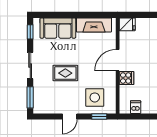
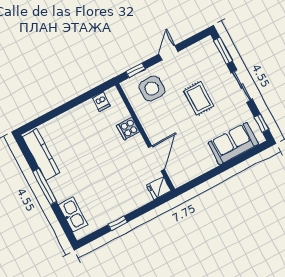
fireplace: (94, 25) -> (195, 168), removed
door: (118, 60) -> (156, 158), moved
rug: (65, 73) -> (199, 98), turned 90

